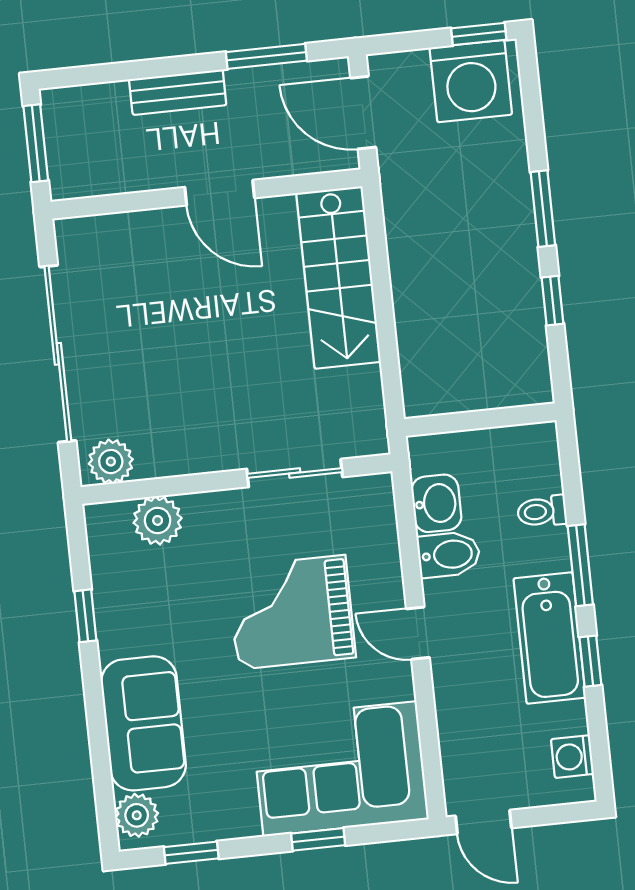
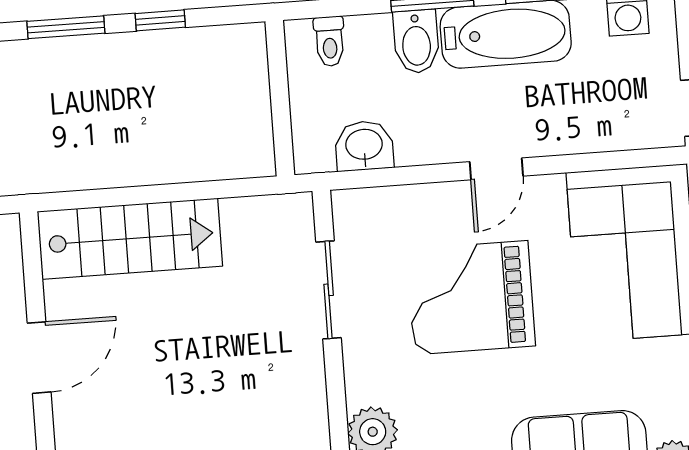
toilet: (542, 511) -> (330, 41), moved
bidet: (449, 555) -> (416, 41), moved, turned 180
grand piano: (292, 612) -> (471, 298), turned 90

